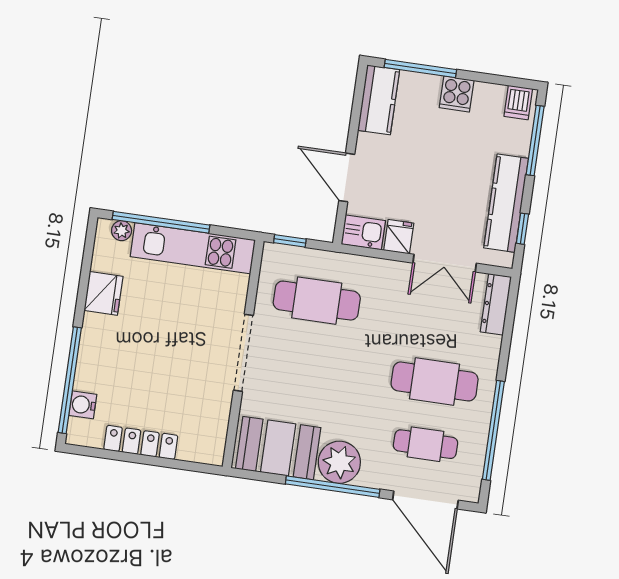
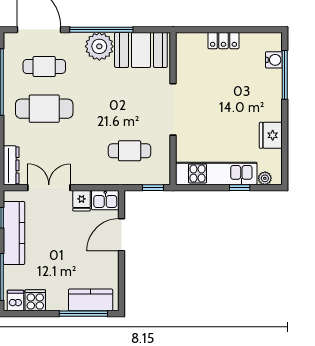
cooker: (457, 94) -> (35, 300), moved
kitchen counter: (379, 100) -> (91, 300), moved, turned 90
door: (347, 177) -> (121, 235), swing flipped
window: (161, 222) -> (240, 188), width x0.32
cafe table: (317, 301) -> (130, 151), width x0.73, depth x0.74
window: (70, 380) -> (285, 75), width x0.68
locker: (141, 442) -> (223, 41), width x0.66

